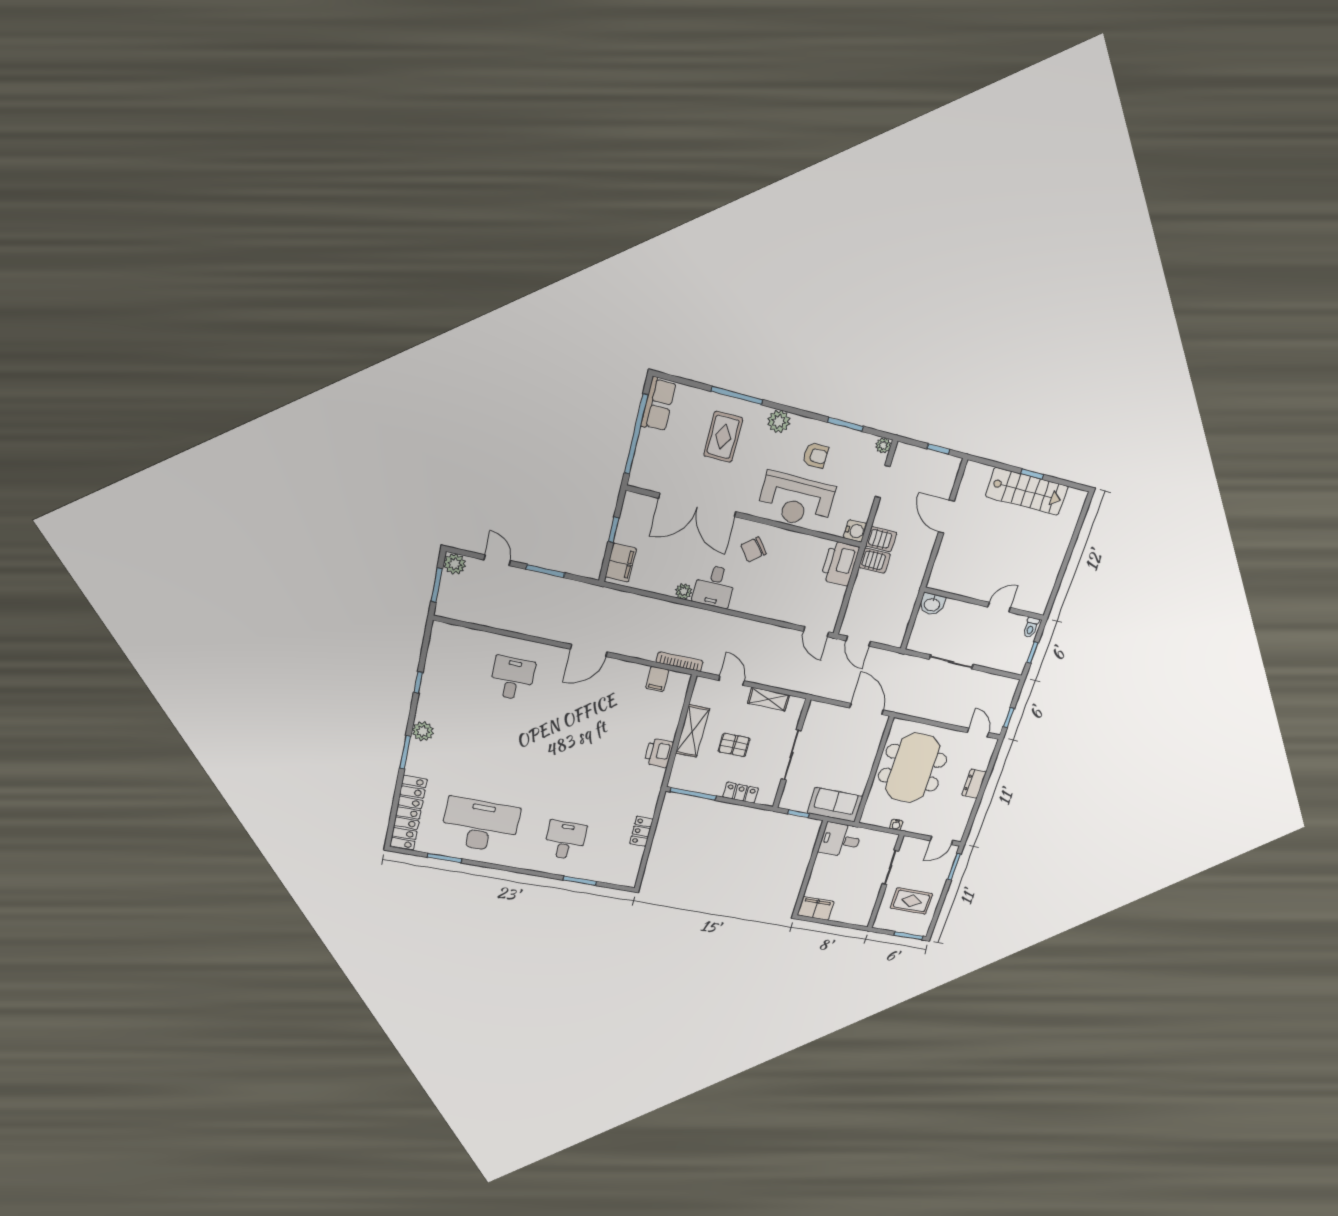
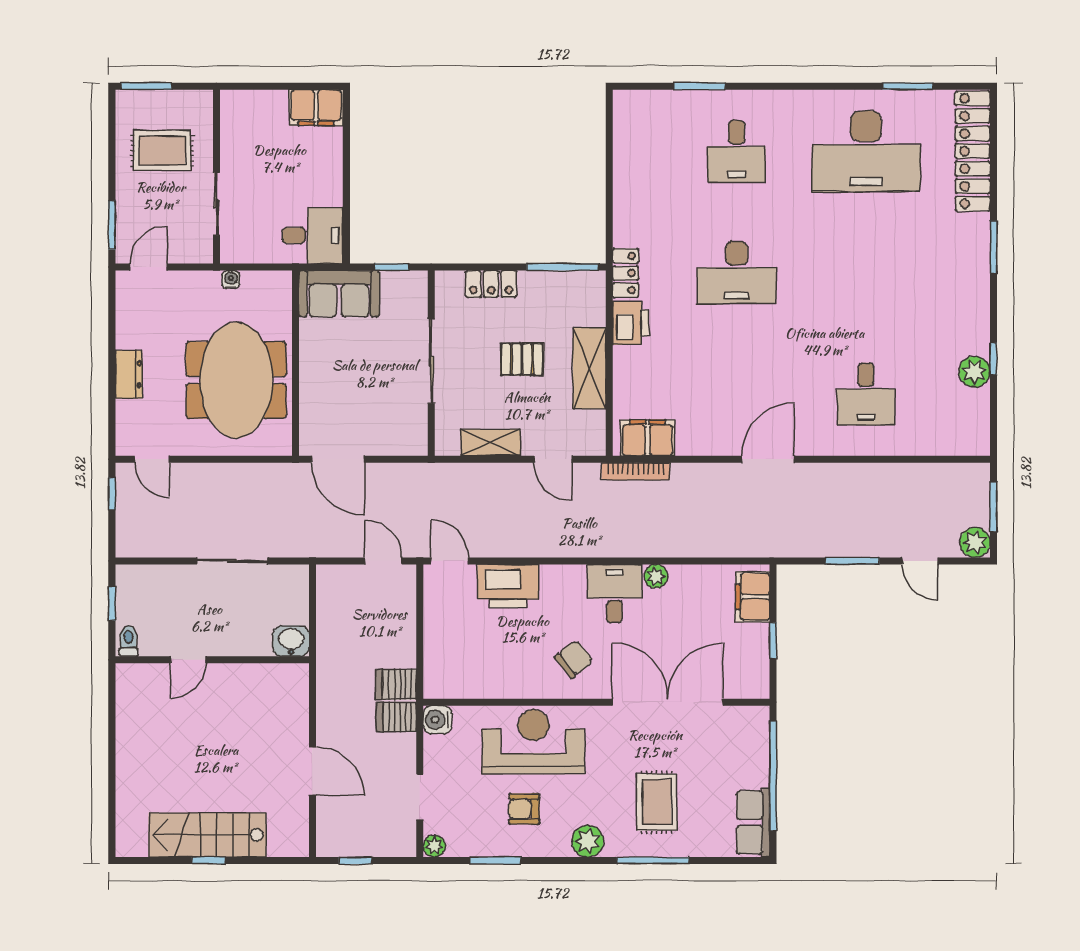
printer: (840, 563) -> (508, 586), moved, turned 90
filing cabinet: (657, 679) -> (648, 438), width x2.00
plant: (423, 731) -> (974, 372), moved
desk: (582, 770) -> (737, 273), added
locker: (641, 831) -> (626, 273), moved

